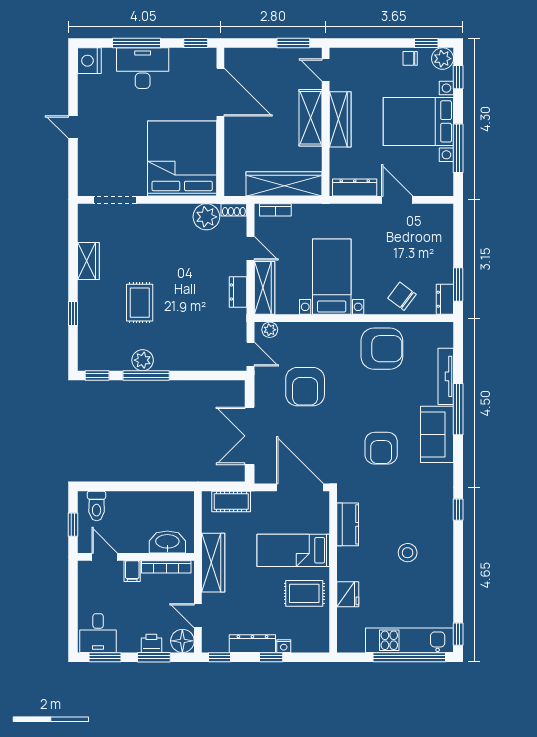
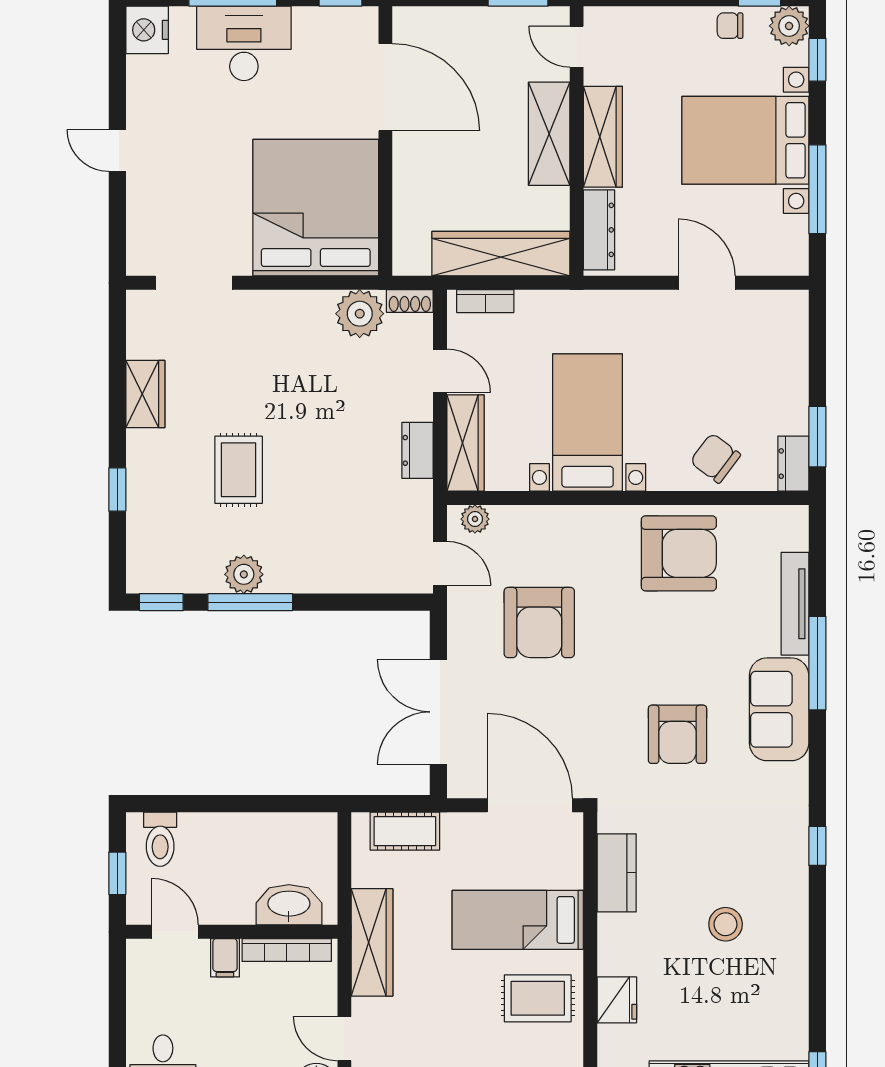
dresser: (355, 187) -> (599, 230), moved, turned 90

